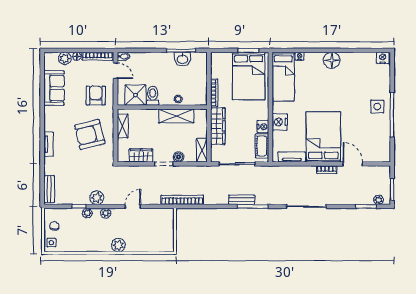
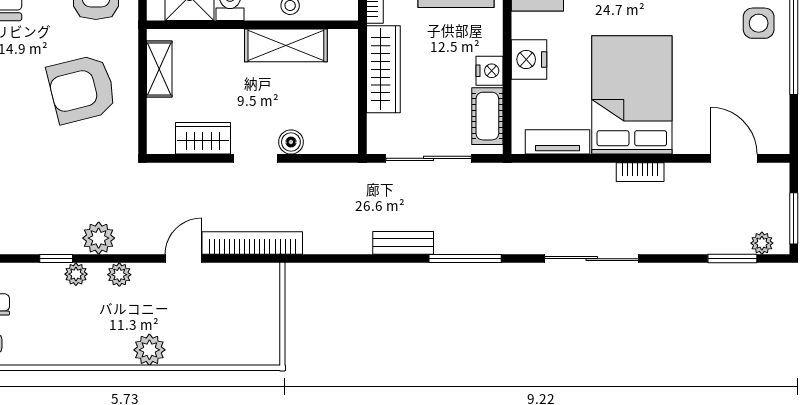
shelving: (202, 150) -> (346, 126), removed
door: (353, 164) -> (734, 158), moved
bookcase: (182, 200) -> (252, 243), moved
bench: (242, 200) -> (403, 243), moved

